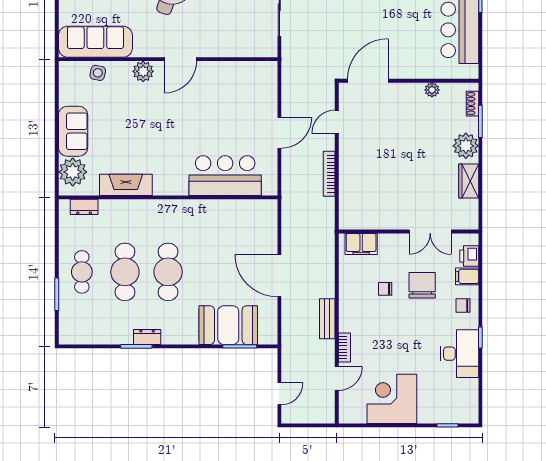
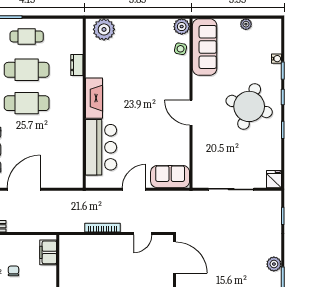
plant: (143, 71) -> (182, 27), moved
door: (337, 122) -> (143, 234), swing flipped
sofa: (73, 131) -> (170, 177), moved, turned 180
door: (279, 133) -> (134, 189), swing flipped
fireplace: (126, 185) -> (94, 98), moved
dresser: (84, 207) -> (77, 65), moved

